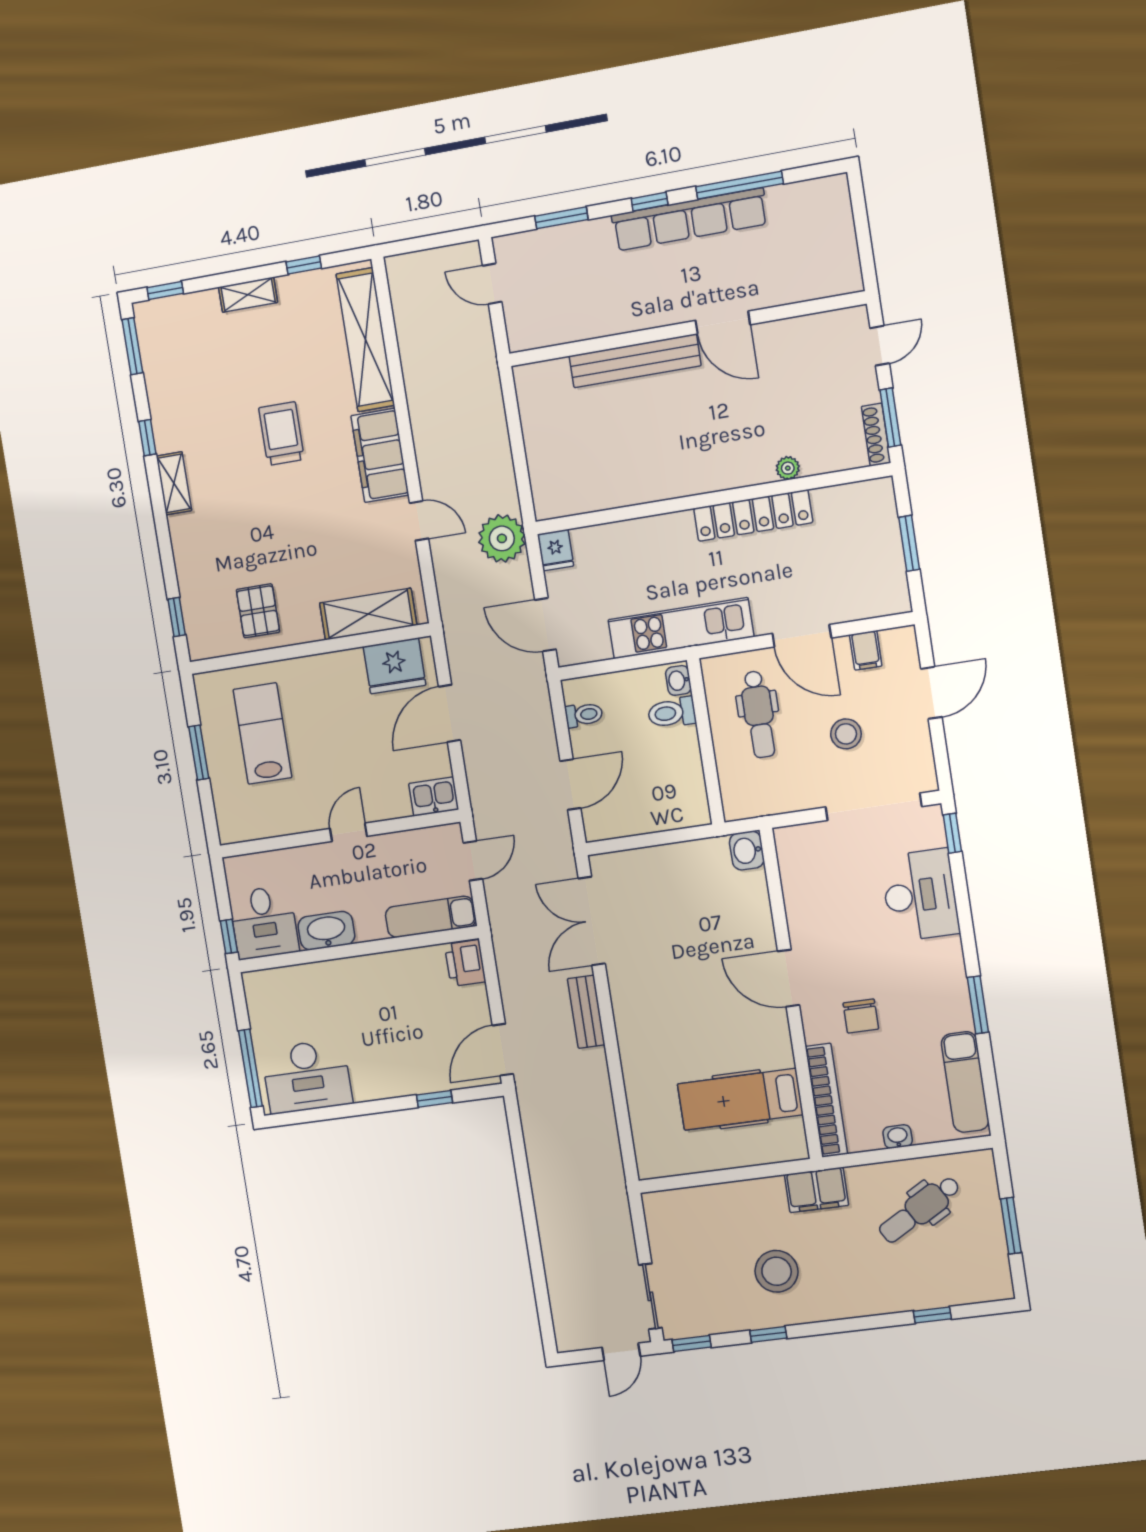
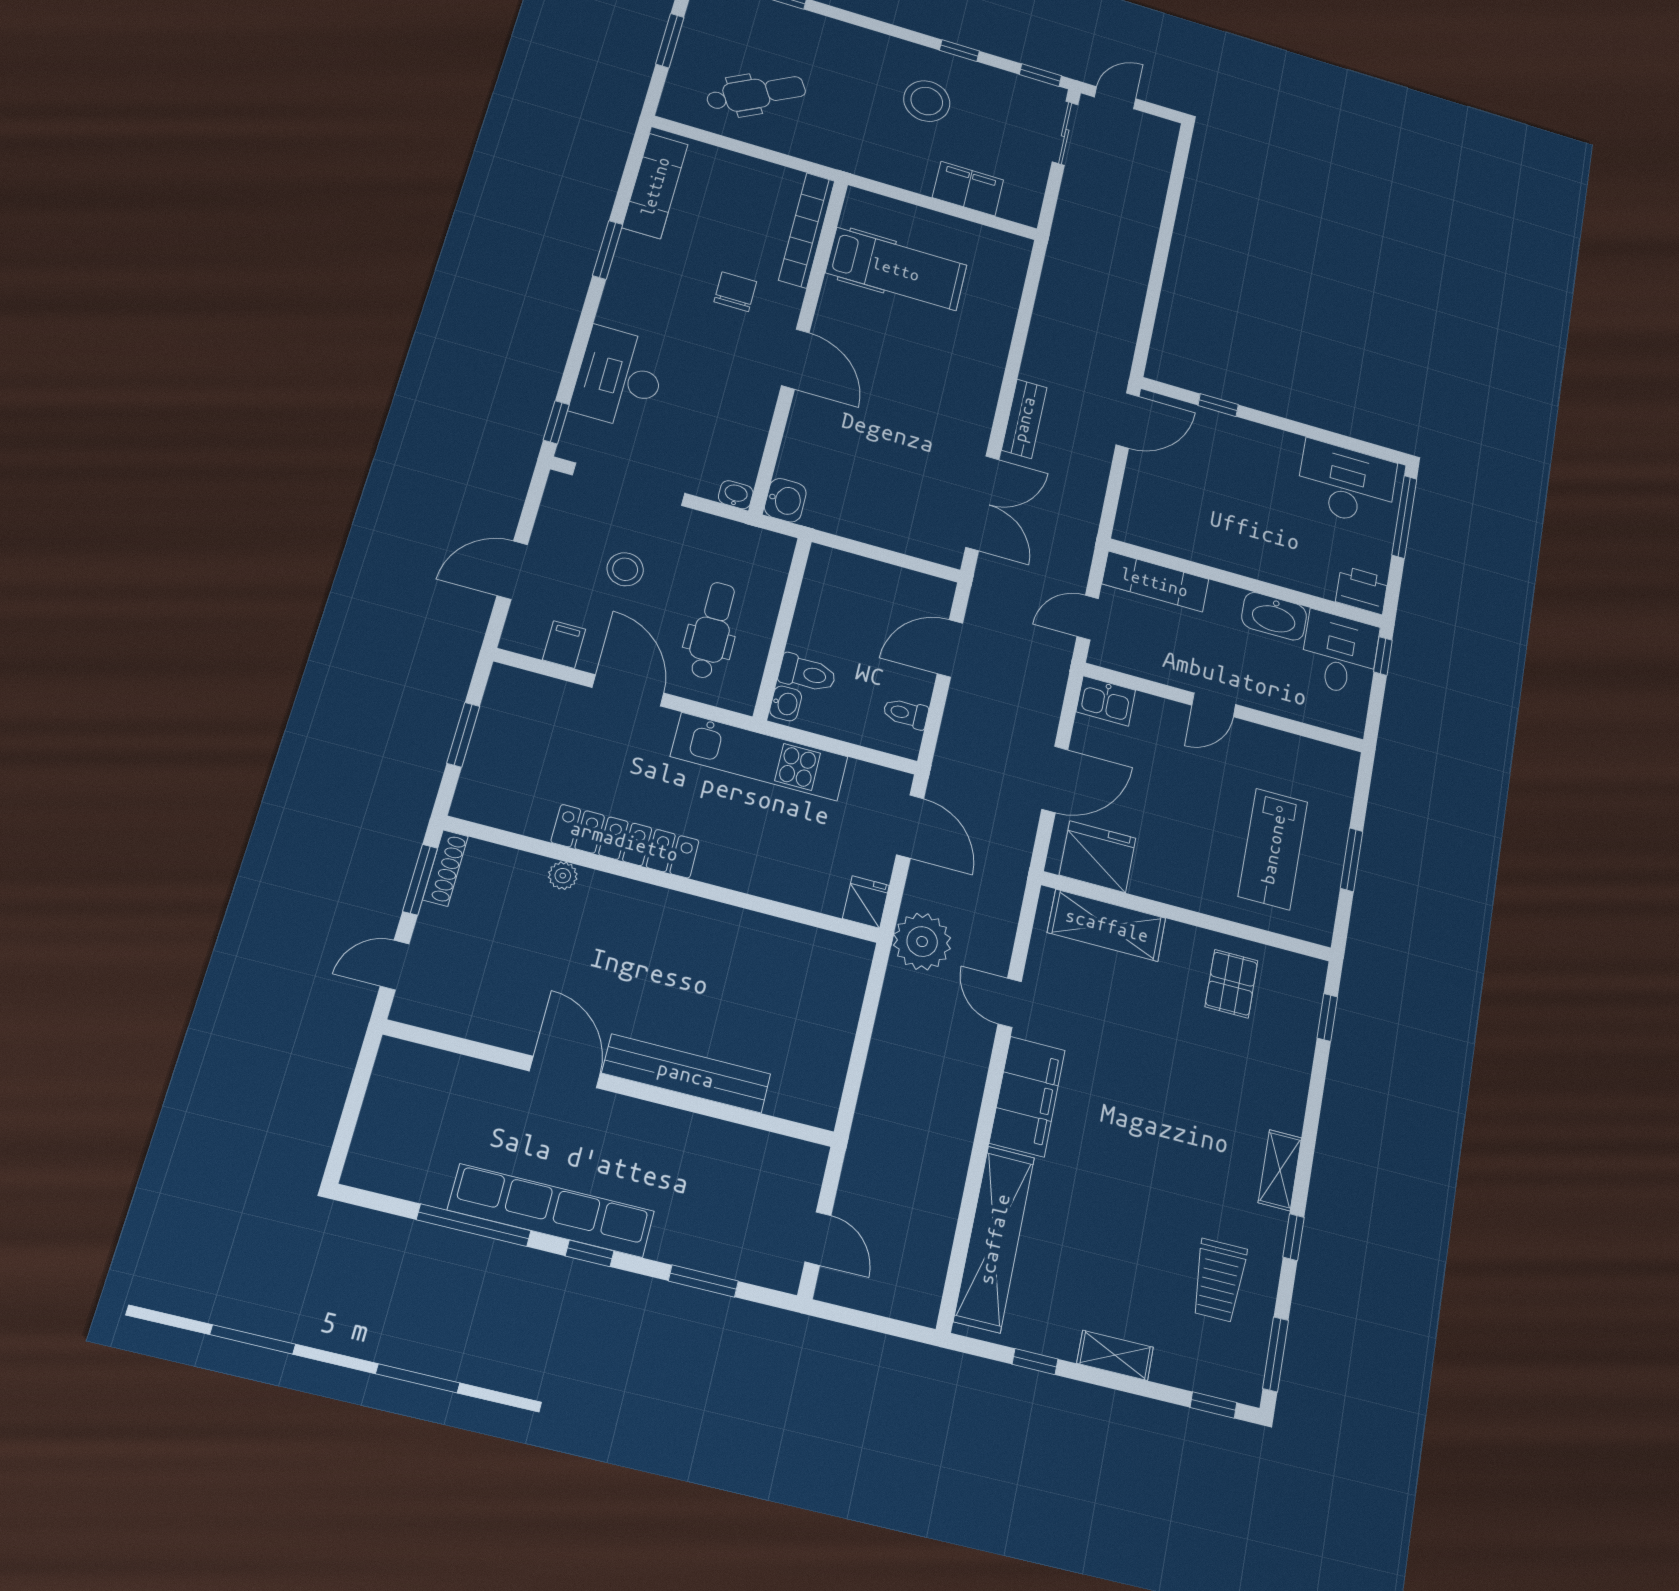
trolley: (282, 434) -> (1219, 1280), moved
printer: (465, 963) -> (1362, 590), moved, turned -90
washbasin: (898, 1137) -> (736, 495), moved, turned 180
filing cabinet: (816, 1190) -> (968, 189), moved

